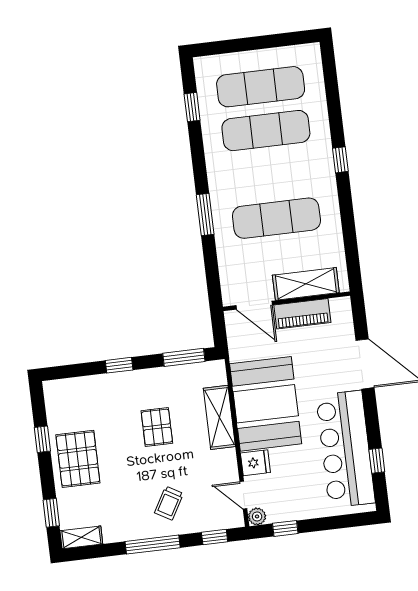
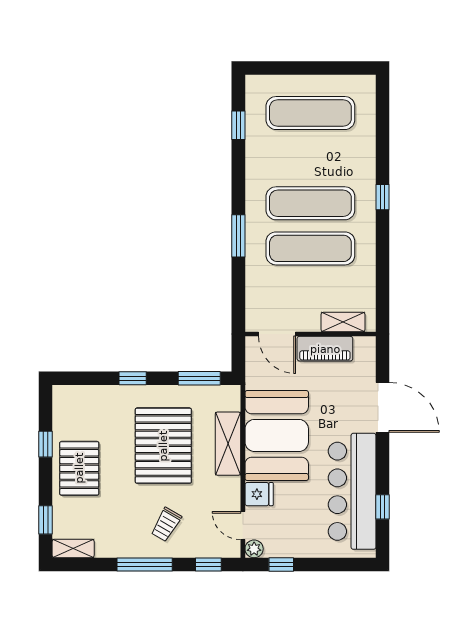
exercise mat: (266, 131) -> (310, 203), moved
shelving: (306, 284) -> (343, 322), width x0.67, depth x0.75
pallet: (157, 427) -> (163, 446), width x2.05, depth x2.00

